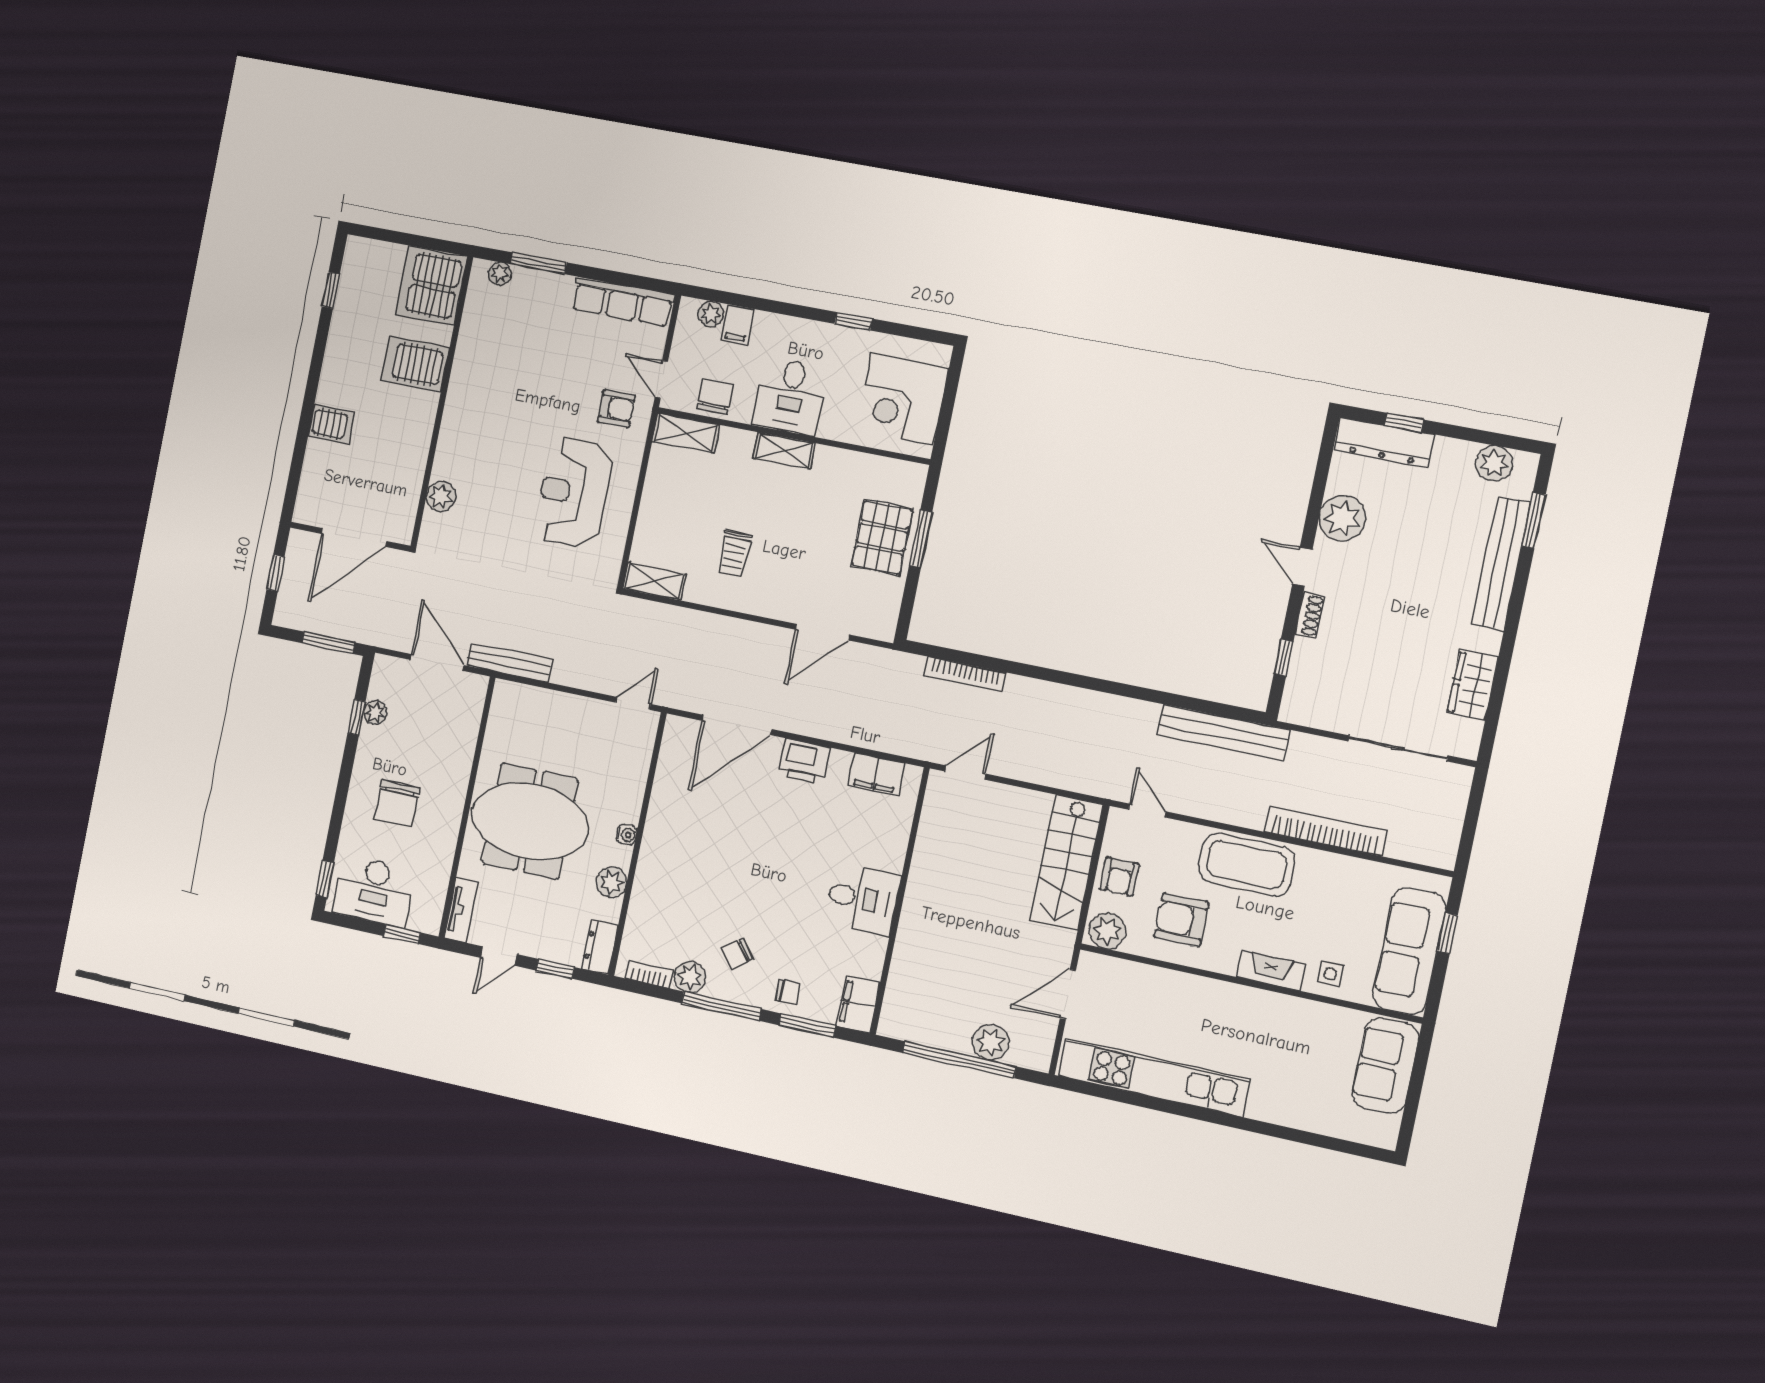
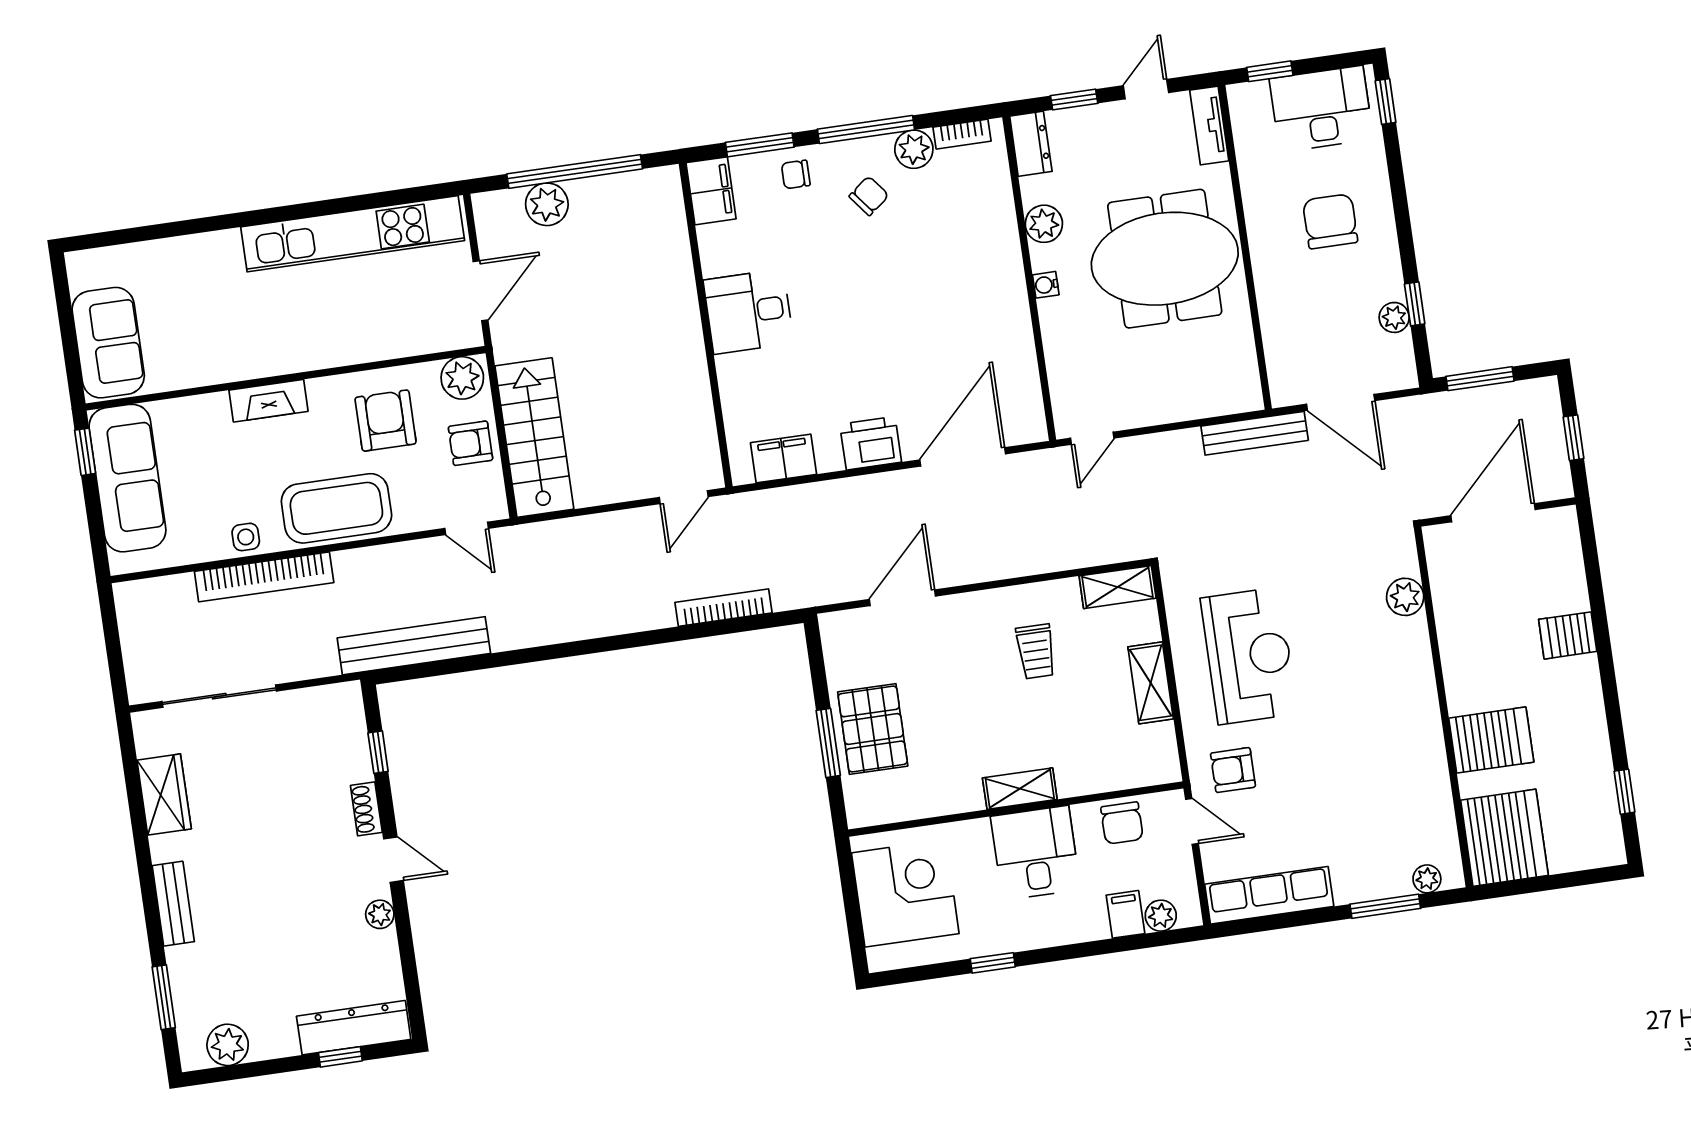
shelving: (686, 433) -> (1151, 683), moved, turned 90
plant: (1342, 518) -> (380, 914), width x0.53, depth x0.53
trolley: (734, 554) -> (1036, 651), turned 180
bench: (1501, 564) -> (173, 904), width x0.54, depth x0.82
armchair: (1119, 877) -> (470, 443), turned -90
armchair: (1181, 920) -> (386, 421), turned -90
window: (1447, 933) -> (85, 452), moved
side table: (1330, 974) -> (246, 537), moved

